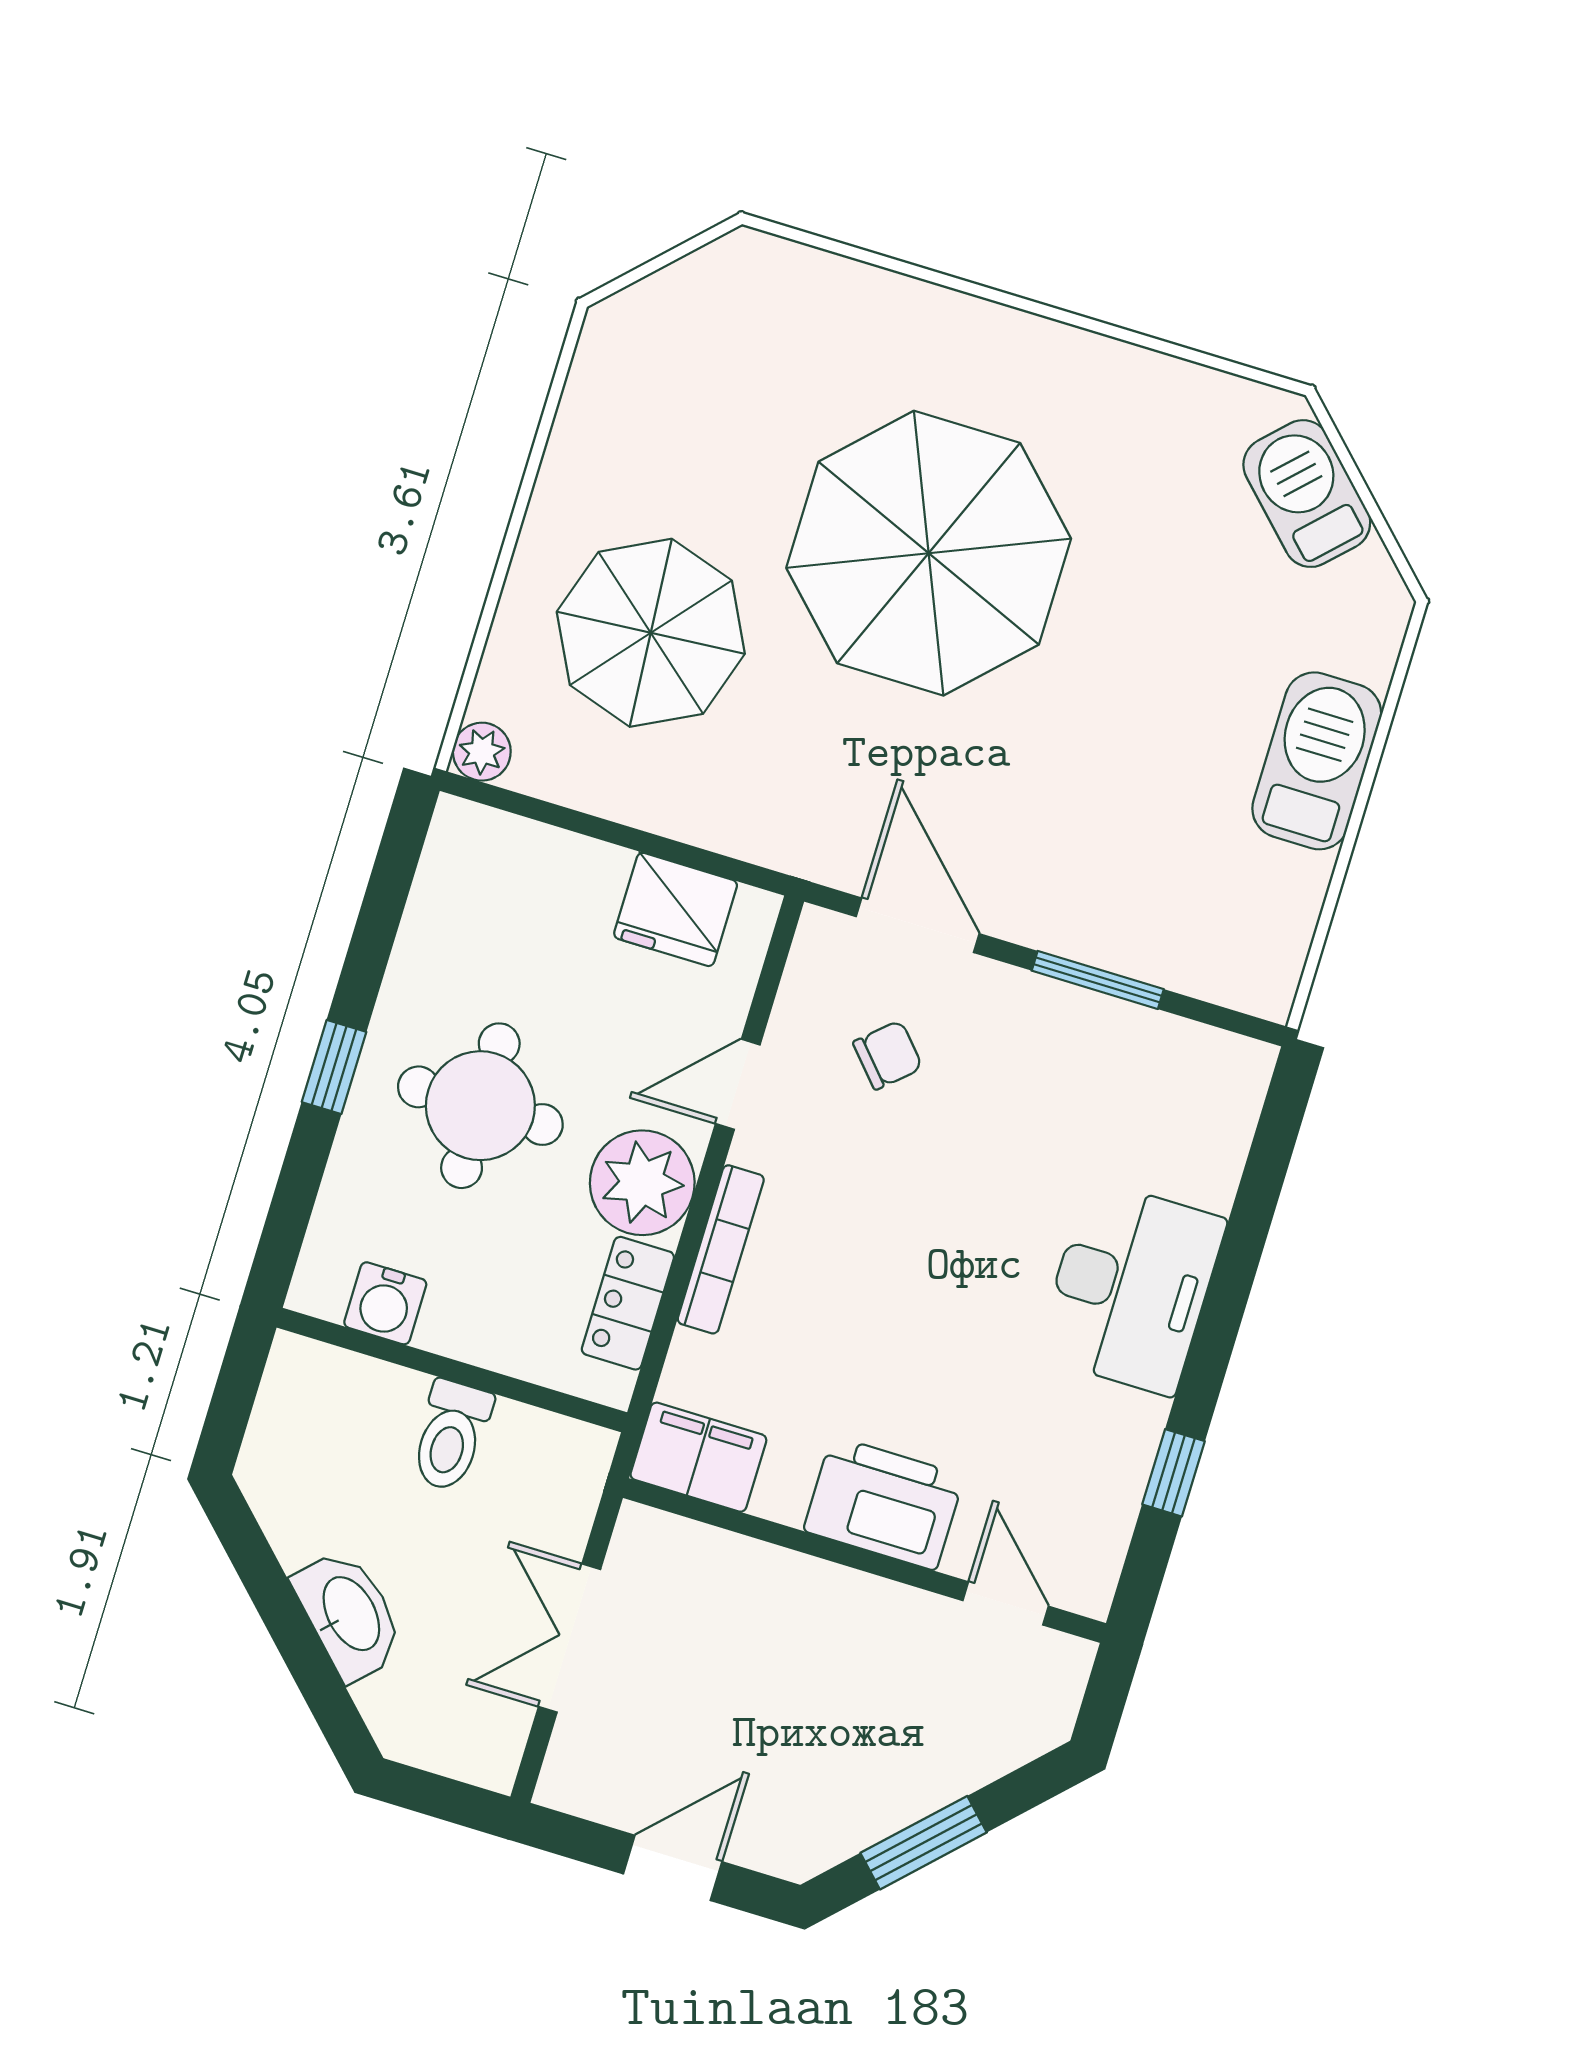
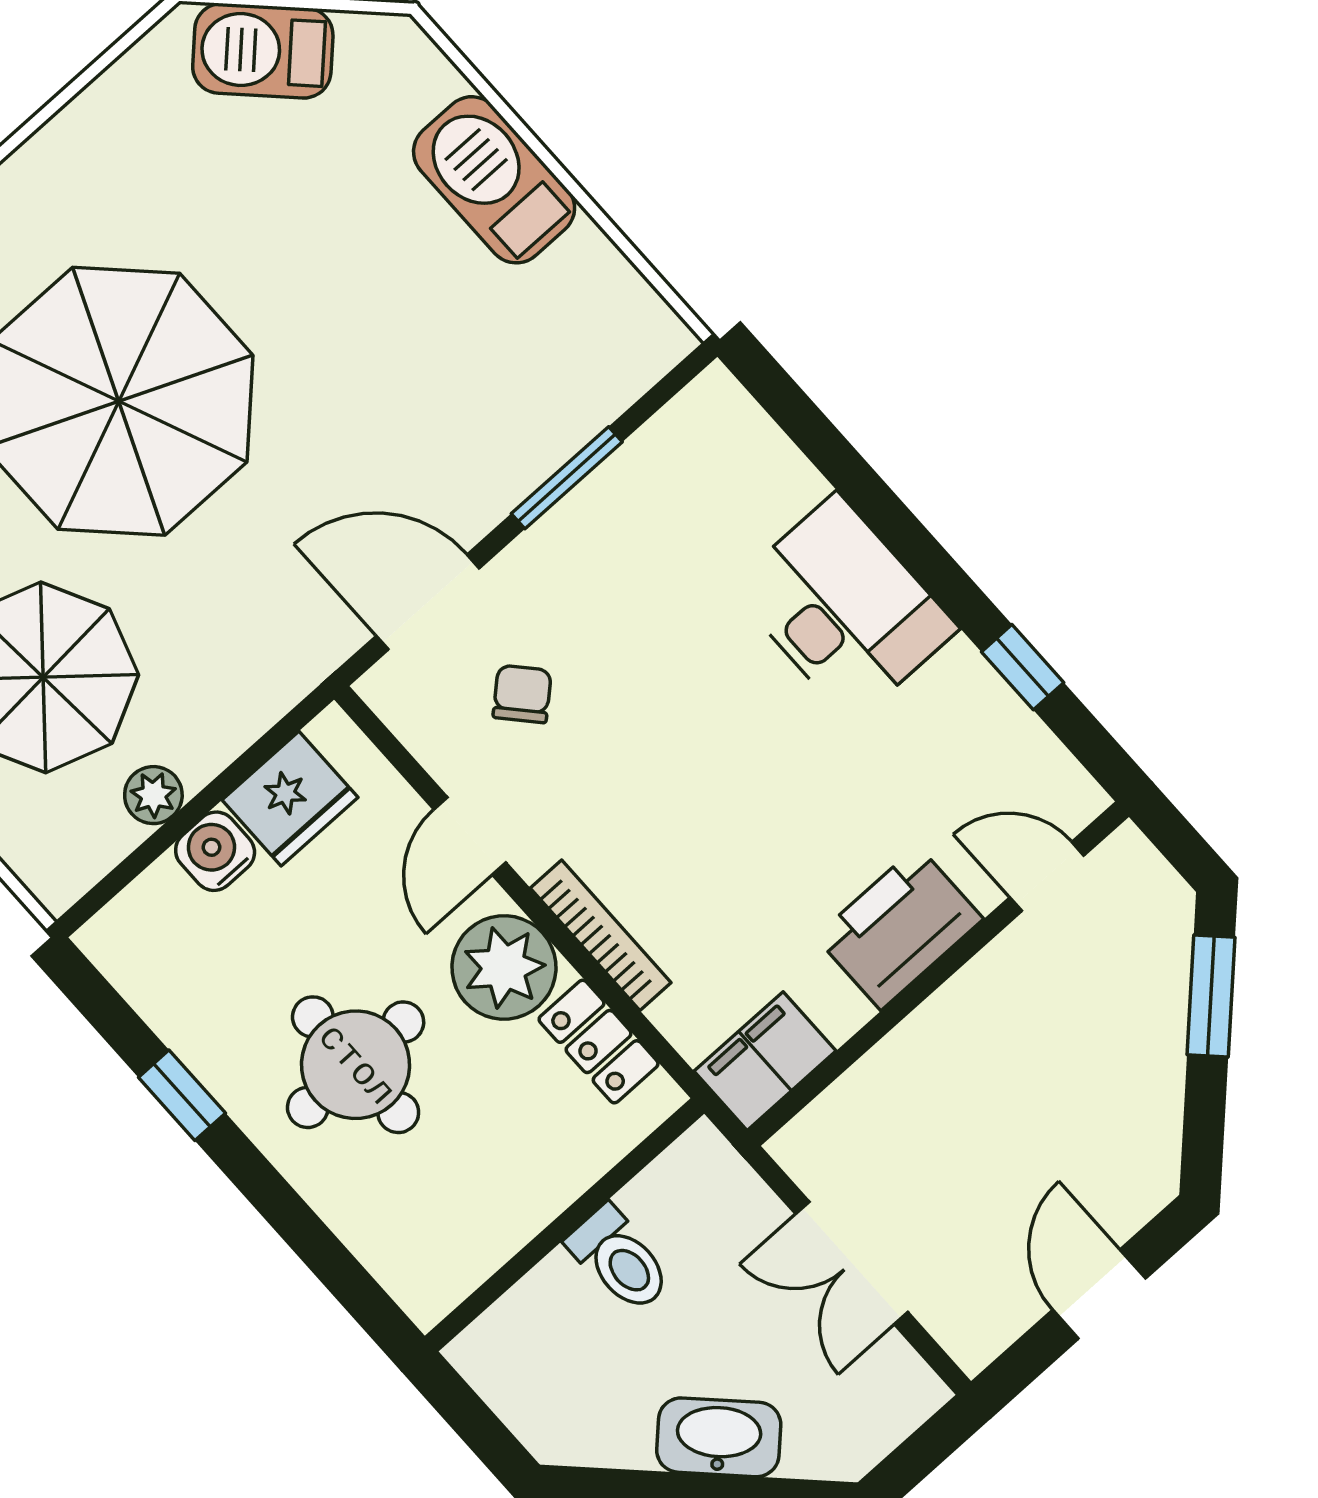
plant: (482, 752) -> (153, 795), moved
window: (334, 1067) -> (182, 1095), moved
water cooler: (385, 1303) -> (215, 851), moved, turned 180
window: (924, 1843) -> (1211, 996), moved

